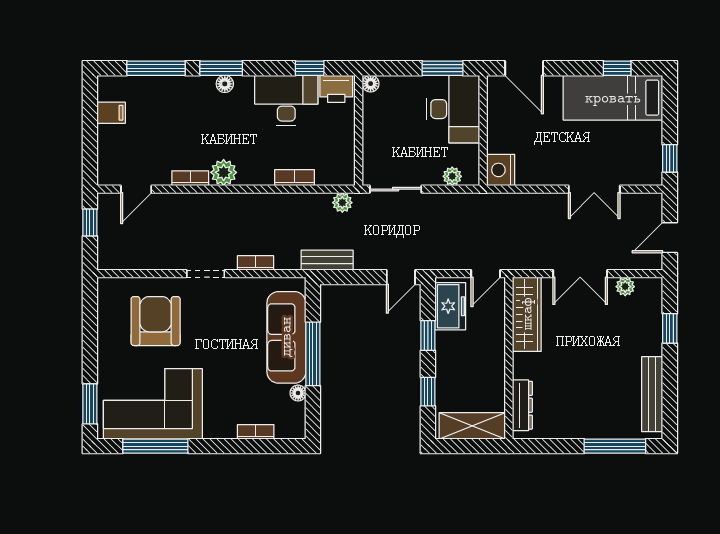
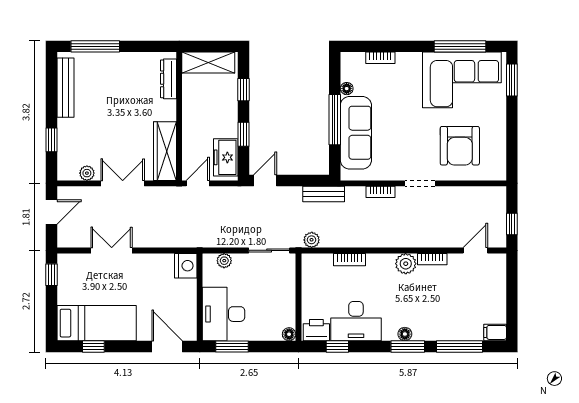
filing cabinet: (111, 113) -> (495, 332), moved

